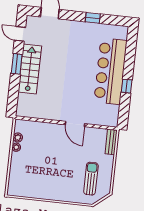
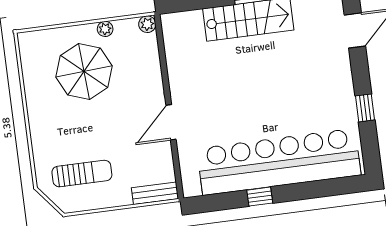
bar counter: (110, 71) -> (279, 162), width x1.36
plant: (18, 137) -> (147, 24), moved
parasol: (36, 164) -> (84, 72), added

